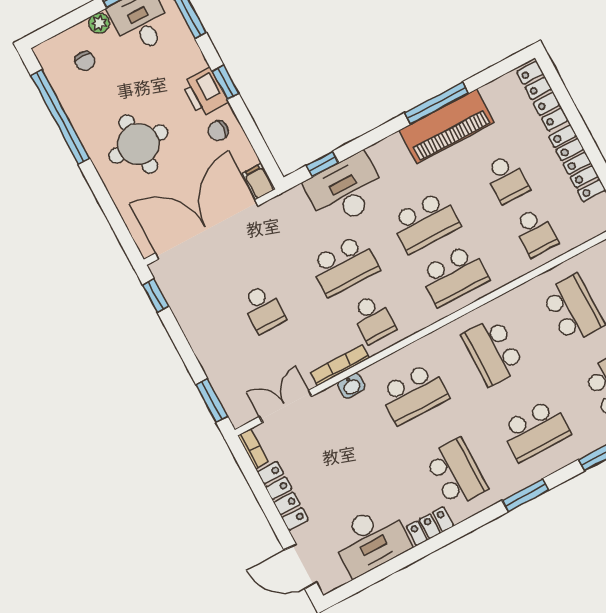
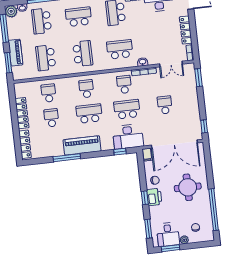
piano: (447, 126) -> (82, 145), moved
desk: (346, 190) -> (128, 137), moved
school desk: (454, 275) -> (86, 89), width x0.54

